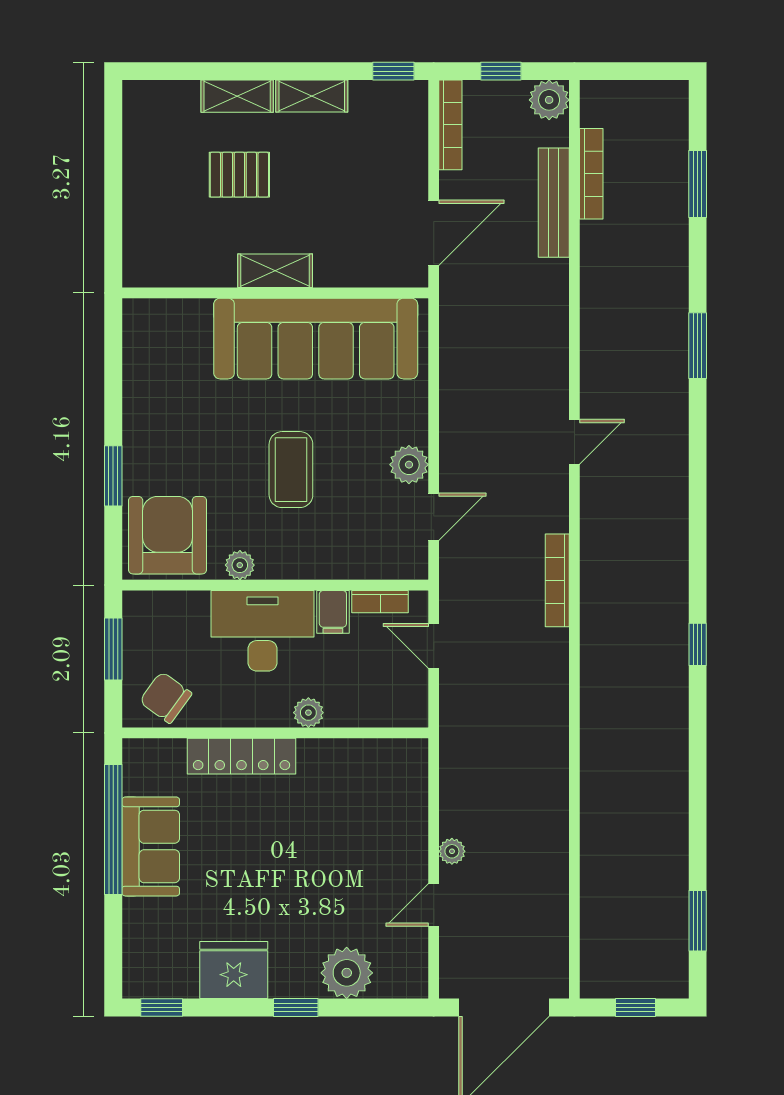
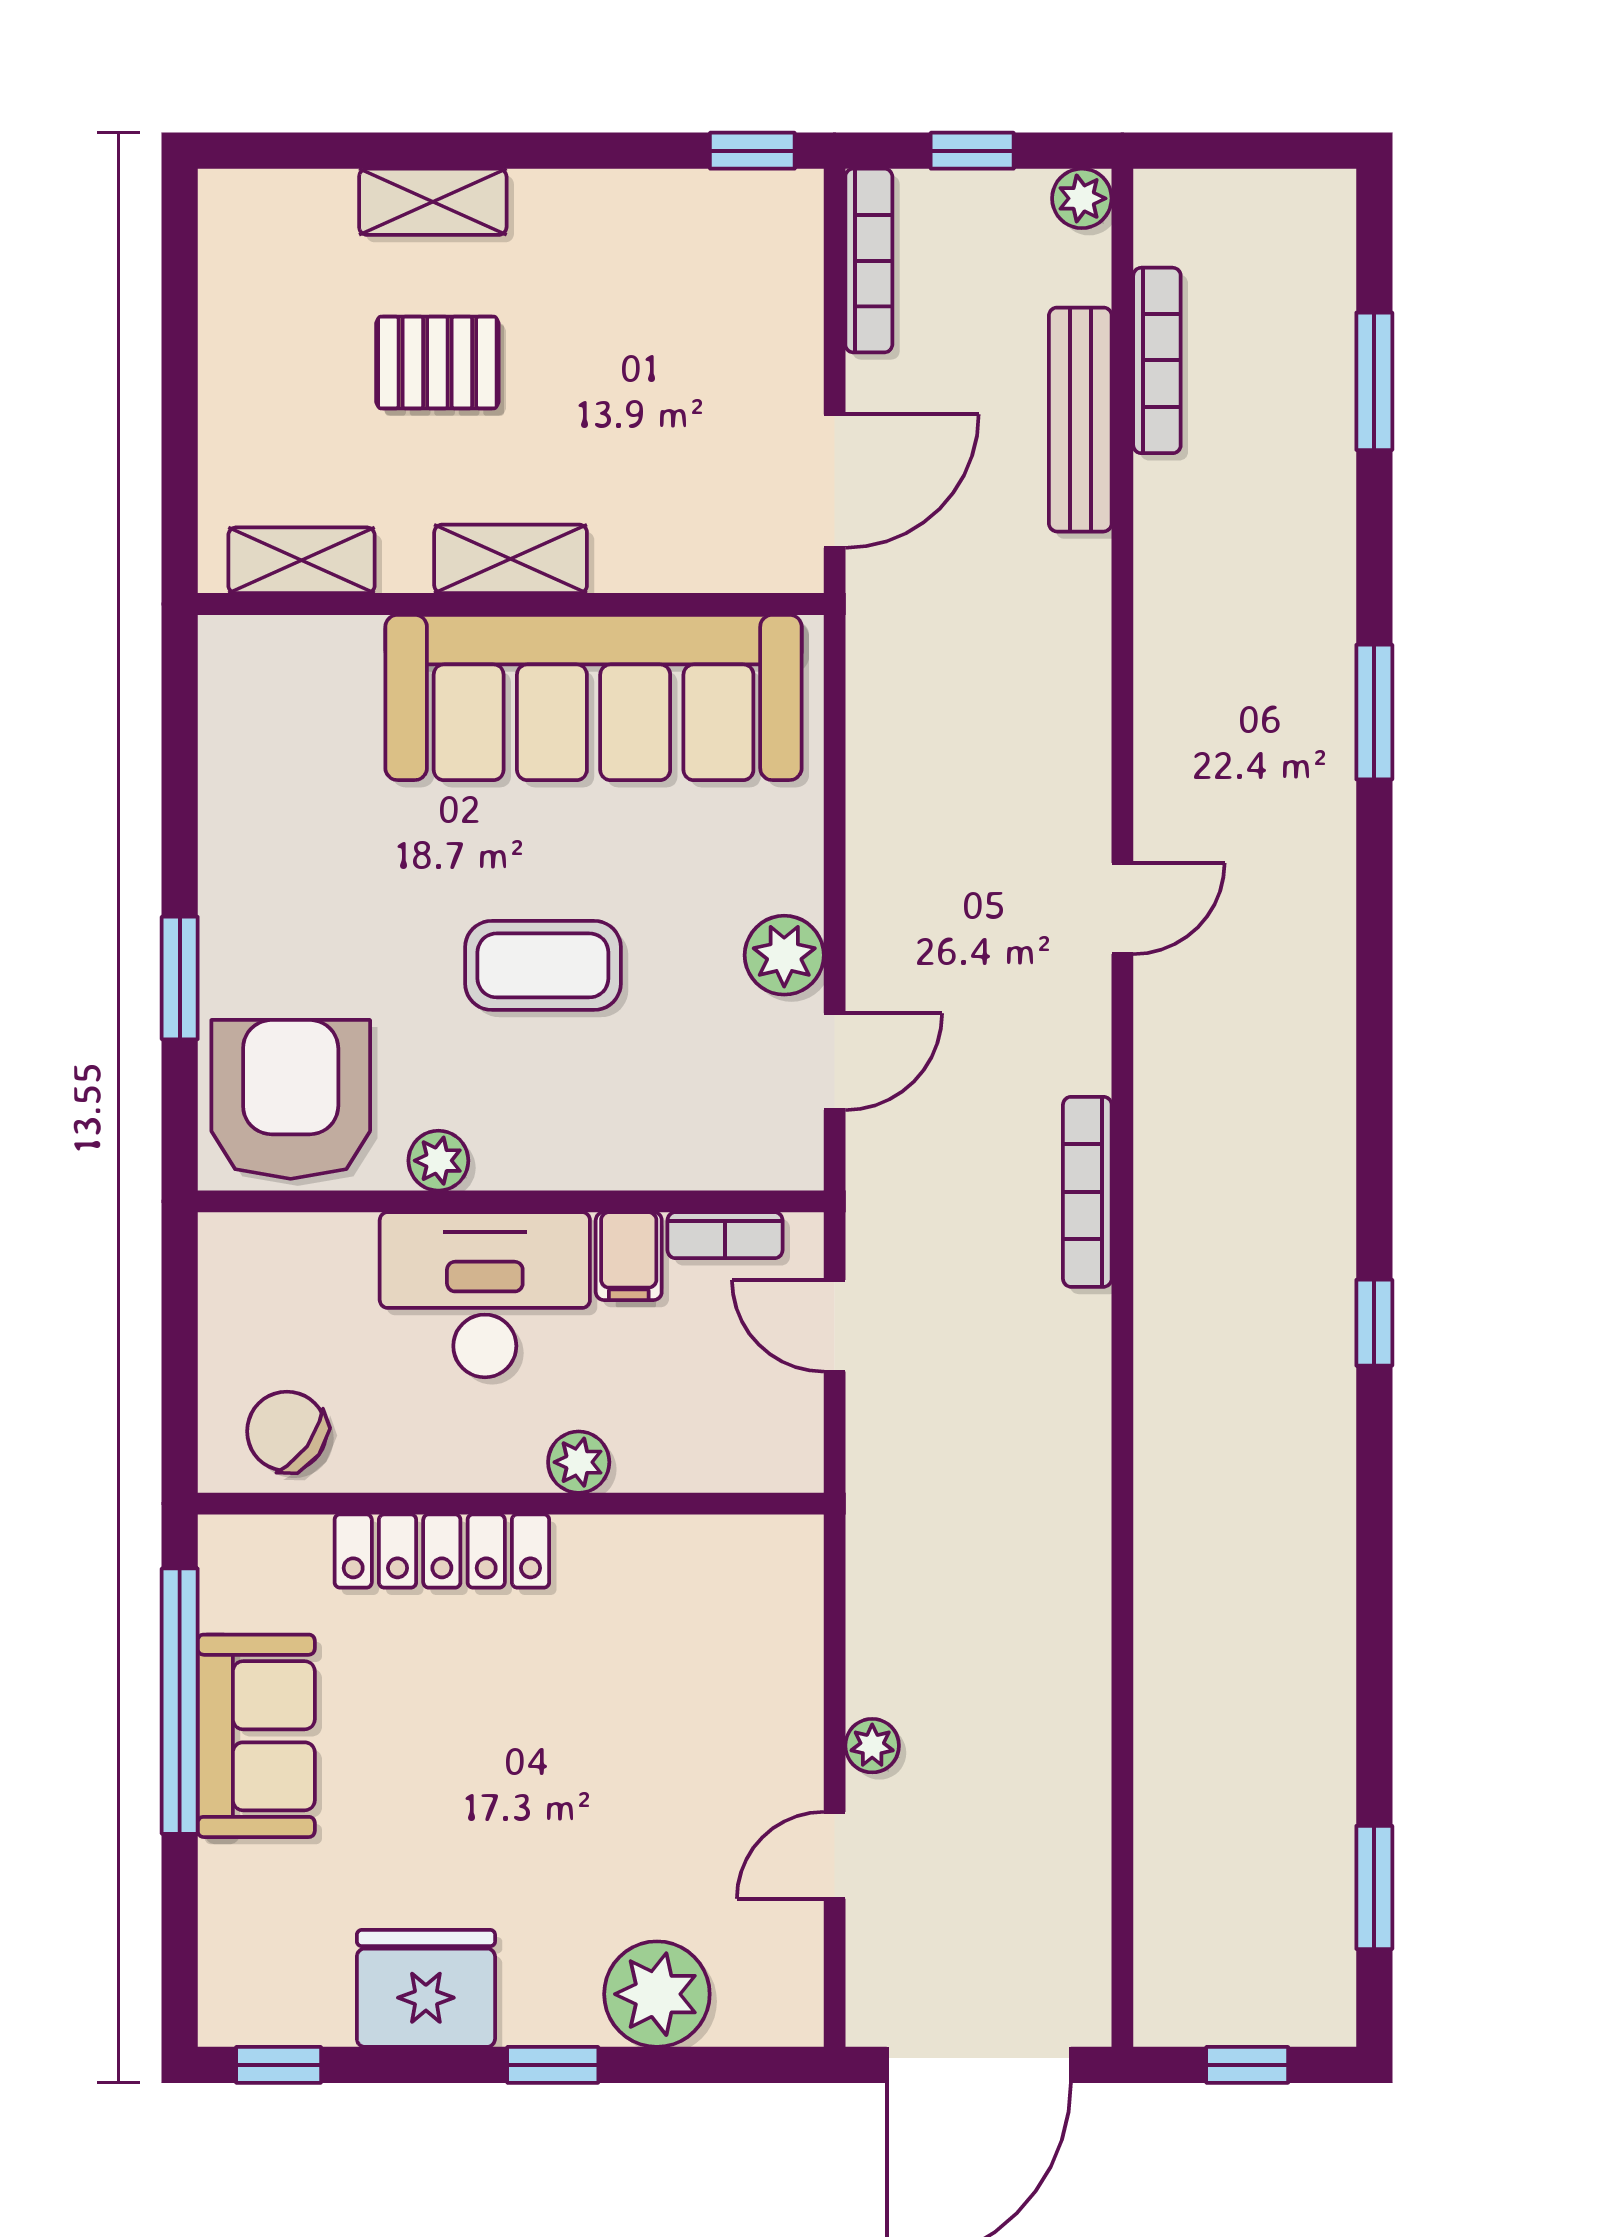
shelving: (312, 96) -> (302, 560), moved
plant: (549, 100) -> (1082, 198), width x0.73, depth x0.73
coffee table: (291, 470) -> (543, 965), turned 90
window: (113, 649) -> (180, 1332), removed

